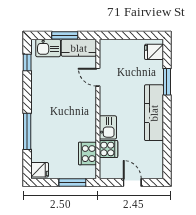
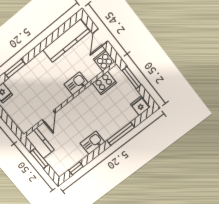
kitchen sink: (48, 48) -> (92, 143), moved, turned -90
kitchen counter: (154, 113) -> (66, 41), moved
cooker: (108, 149) -> (104, 61), moved

